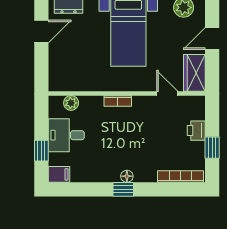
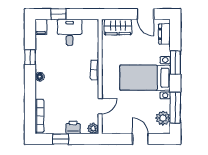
wardrobe: (194, 73) -> (118, 27), moved, turned 180
plant: (71, 103) -> (93, 128), moved
window: (123, 189) -> (30, 57), moved

